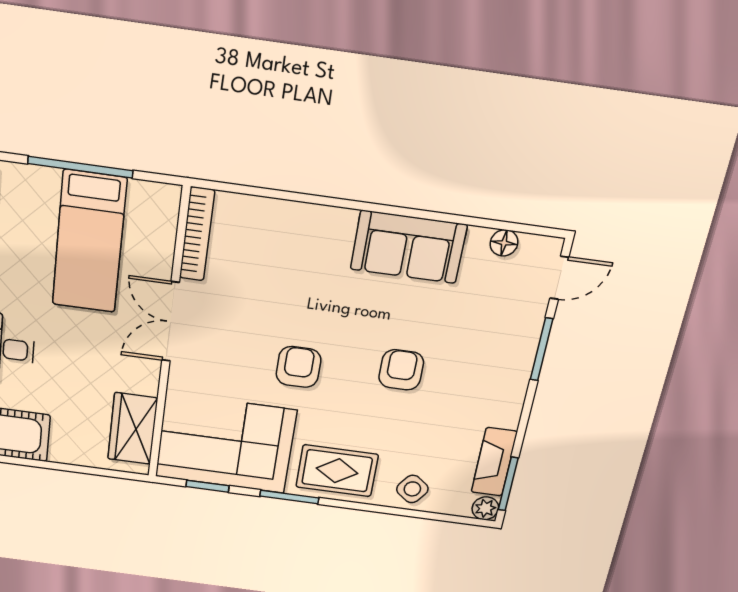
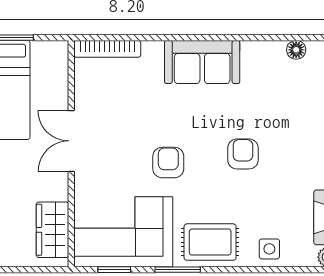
bookcase: (197, 234) -> (107, 49), moved, turned 90
sofa: (409, 247) -> (202, 62), moved
side table: (412, 489) -> (269, 249), turned -37

